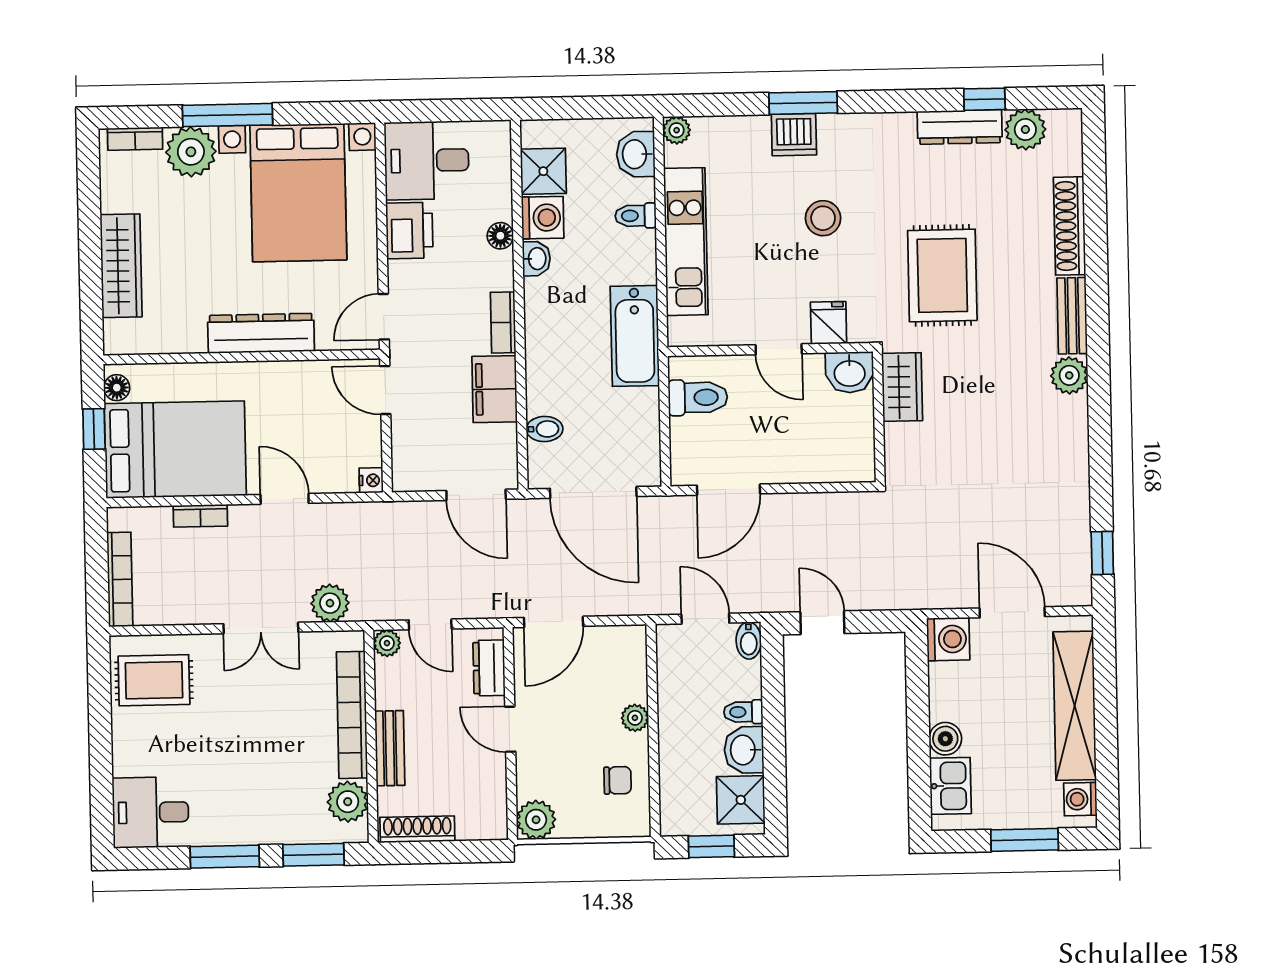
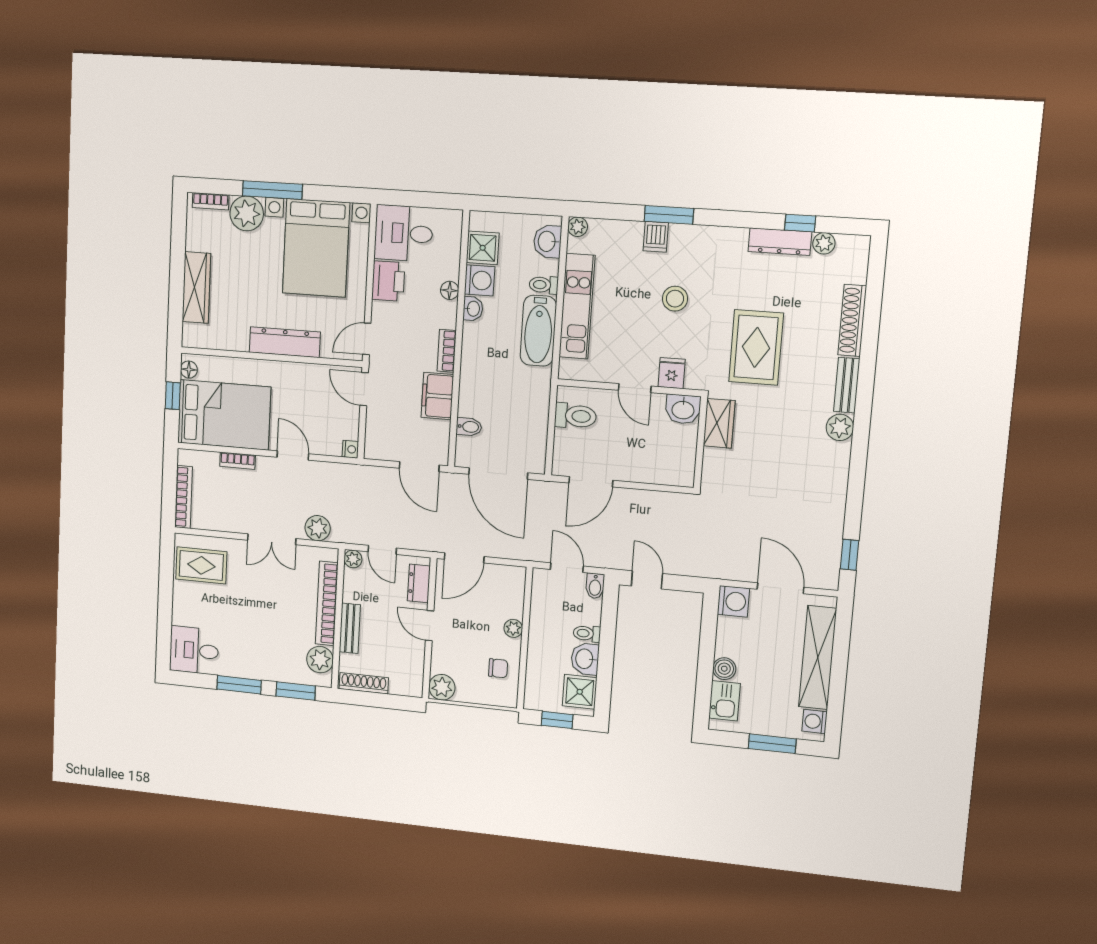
plant: (1025, 130) -> (824, 243), width x0.73, depth x0.73
dishwasher: (794, 135) -> (656, 237), width x0.73
bathtub: (635, 336) -> (538, 331), moved

